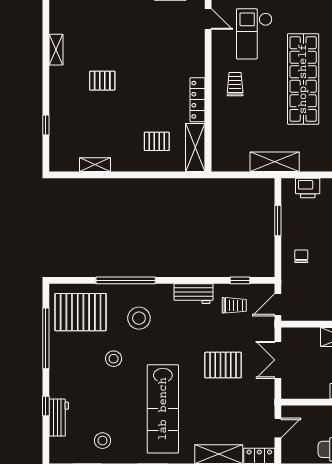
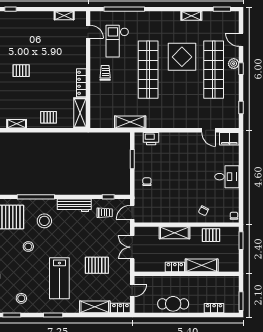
pallet: (157, 141) -> (49, 117), moved
workbench: (194, 294) -> (74, 205), width x1.38
pallet: (223, 365) -> (97, 265), moved
lab bench: (163, 409) -> (59, 278), width x0.73

